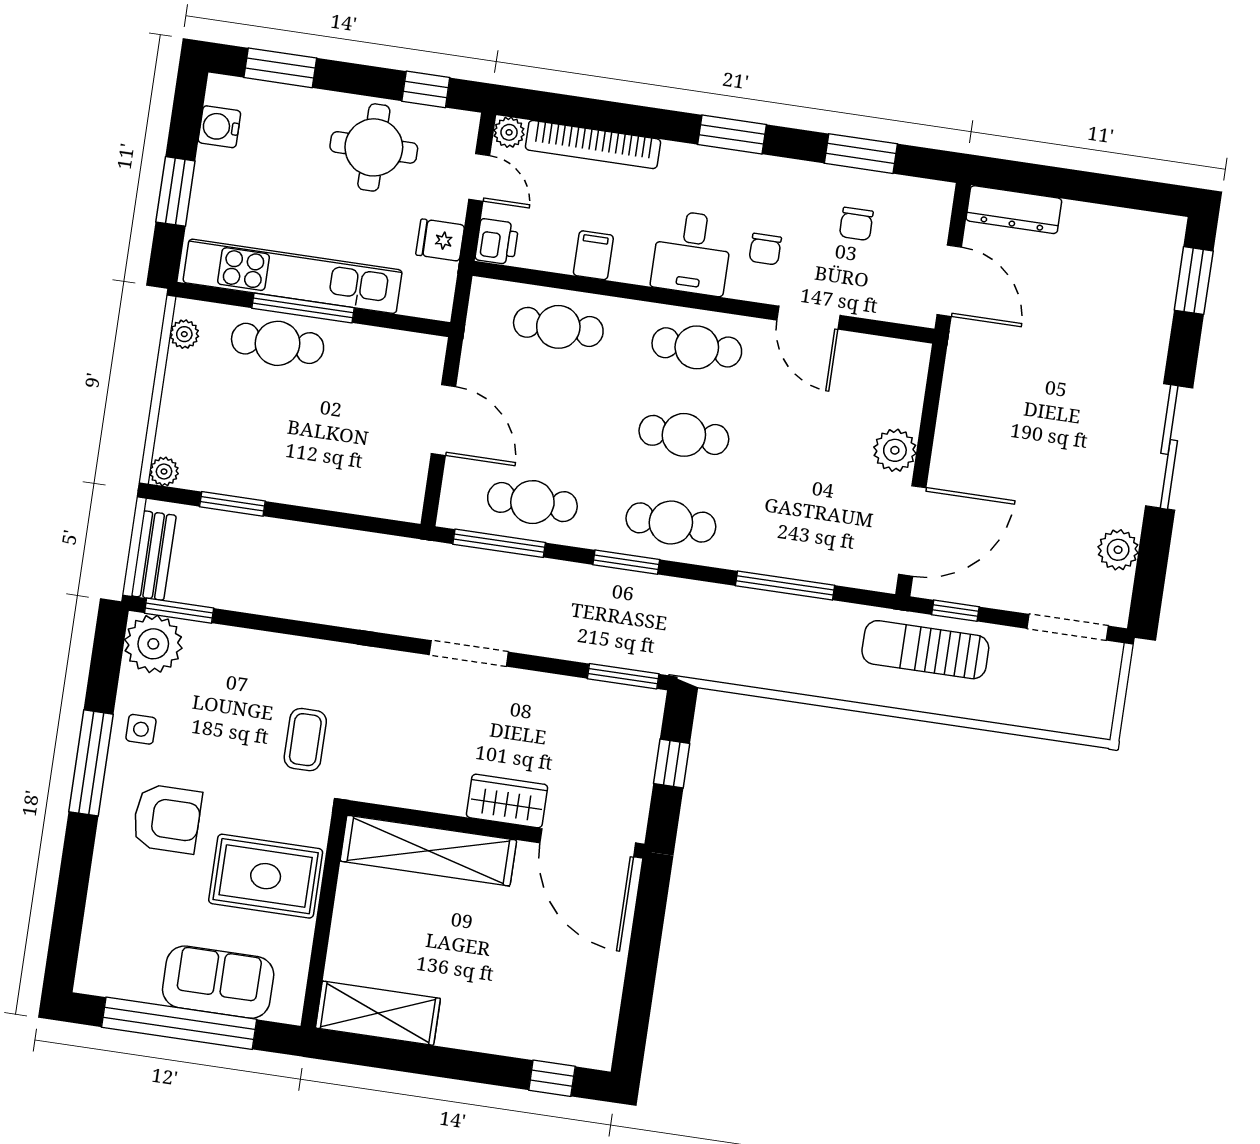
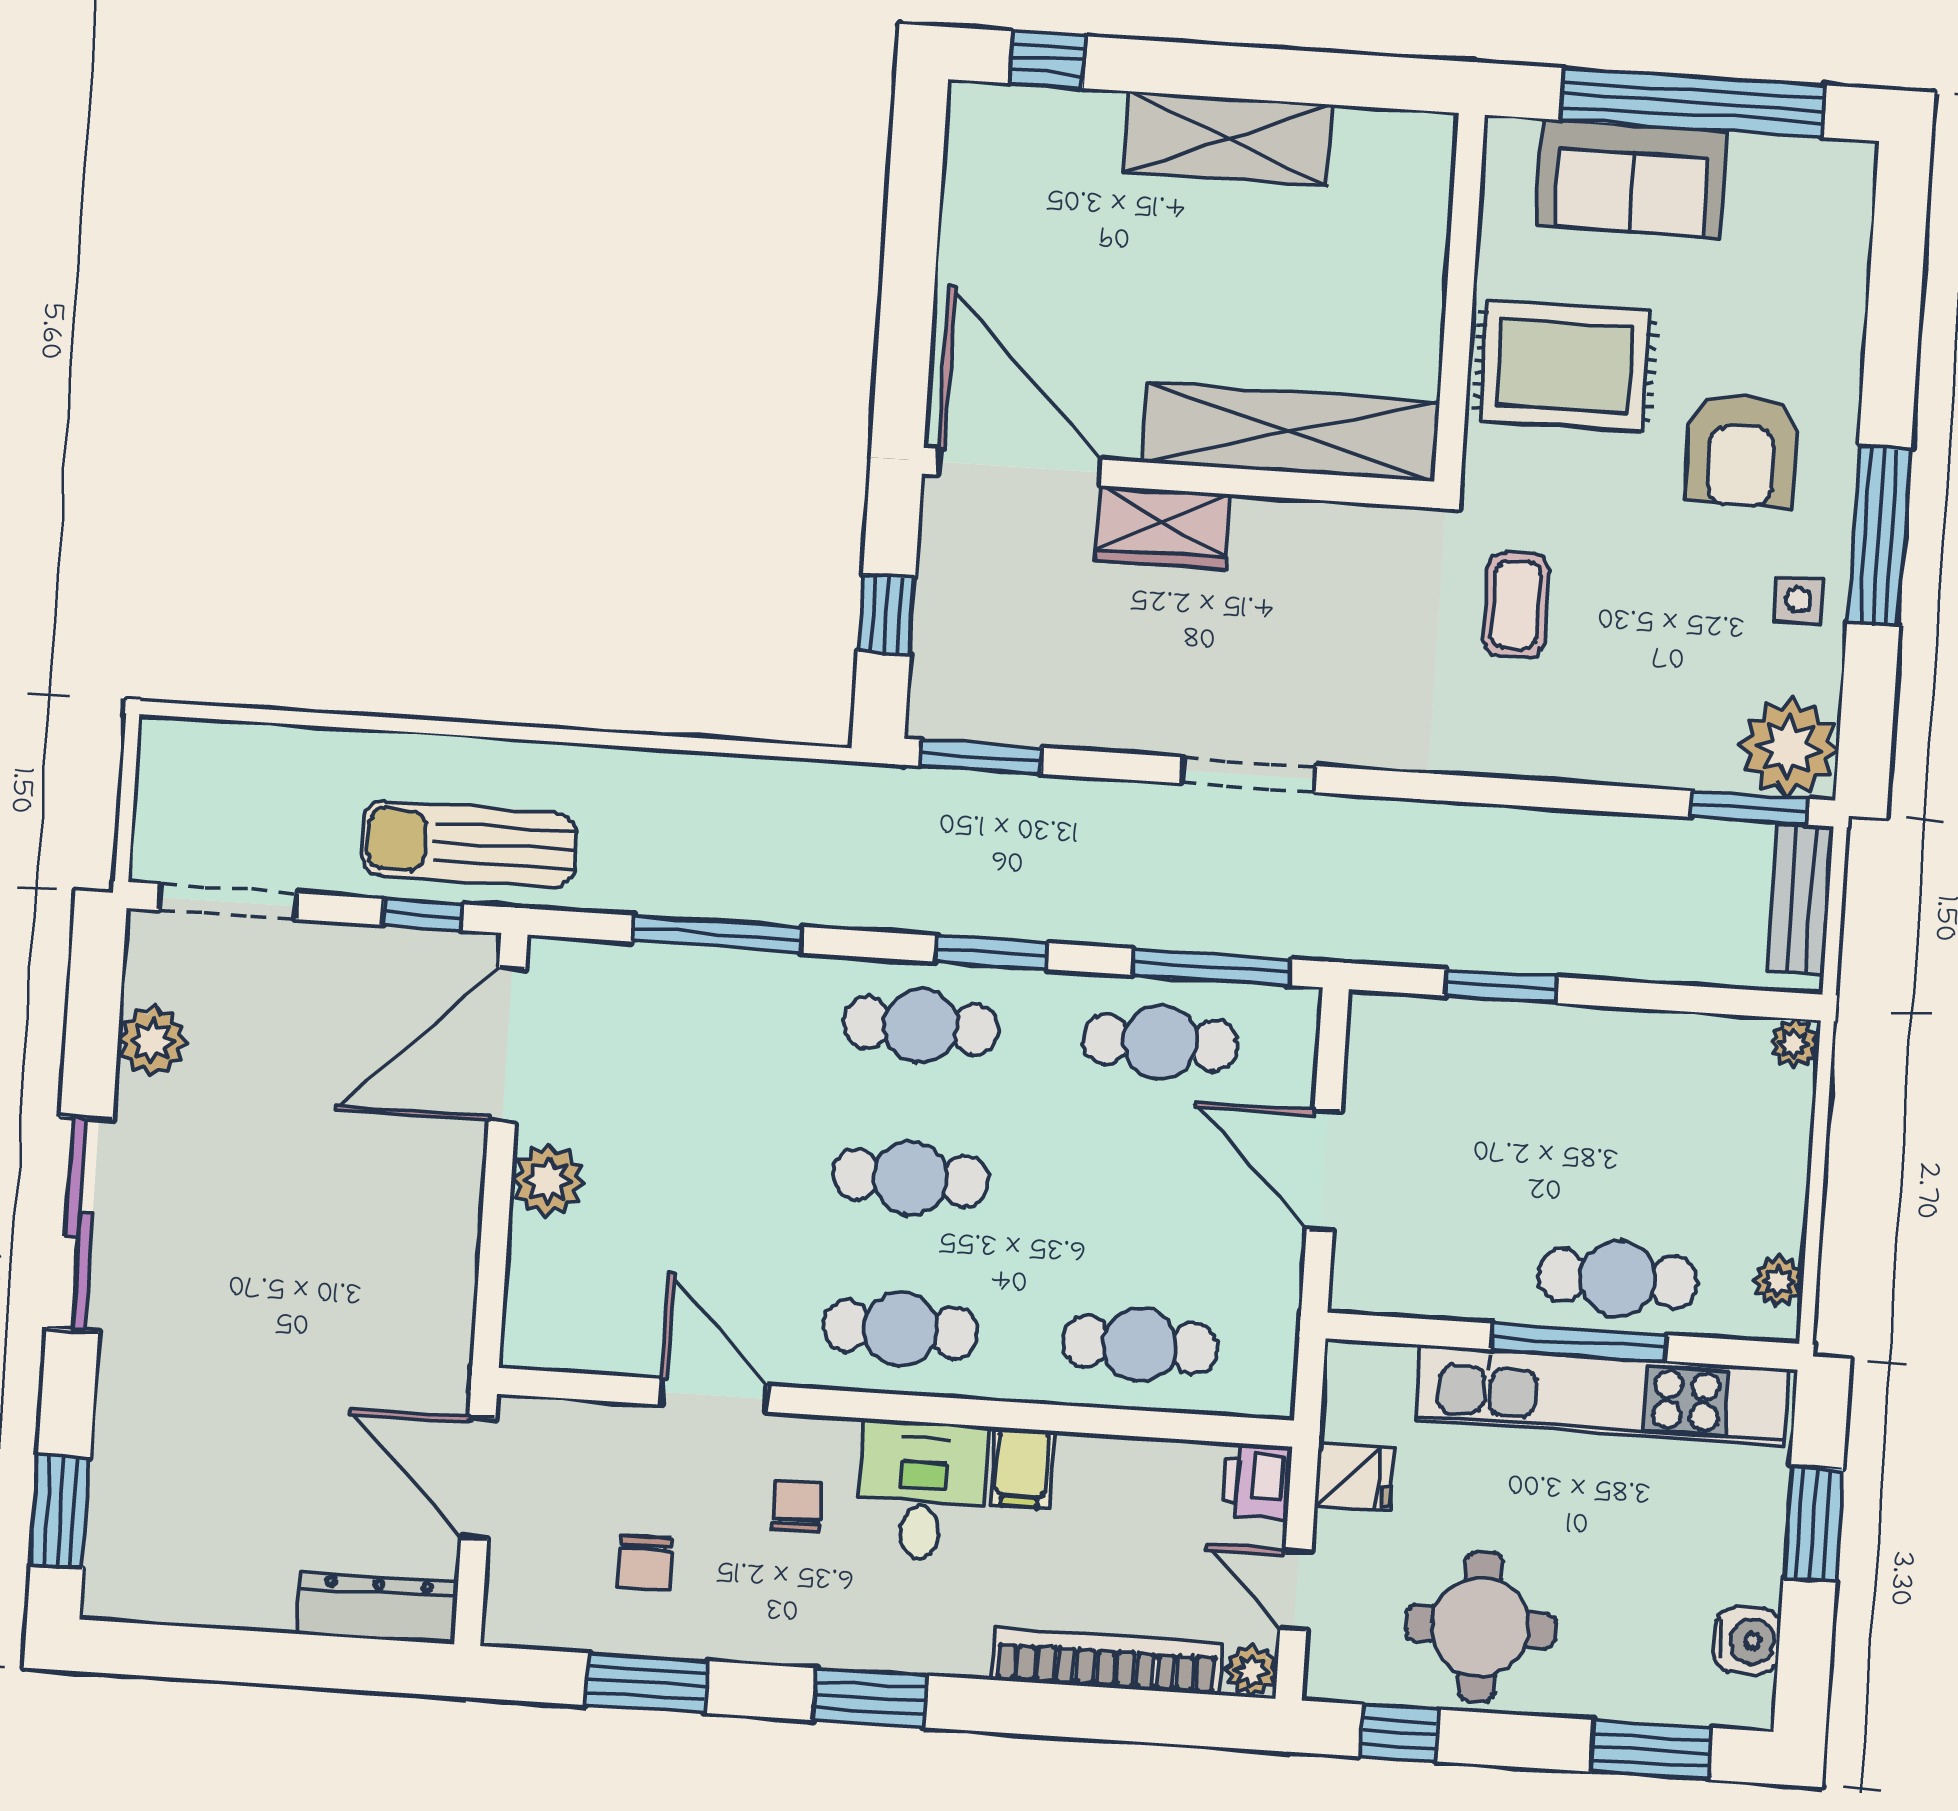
chair: (856, 224) -> (645, 1562), turned 180
filing cabinet: (593, 255) -> (1021, 1468), moved
window: (232, 504) -> (1501, 986), moved
sun lounger: (925, 650) -> (468, 844), turned 180
armchair: (167, 819) -> (1742, 450), turned -90
shelving: (378, 1013) -> (1229, 139), moved

